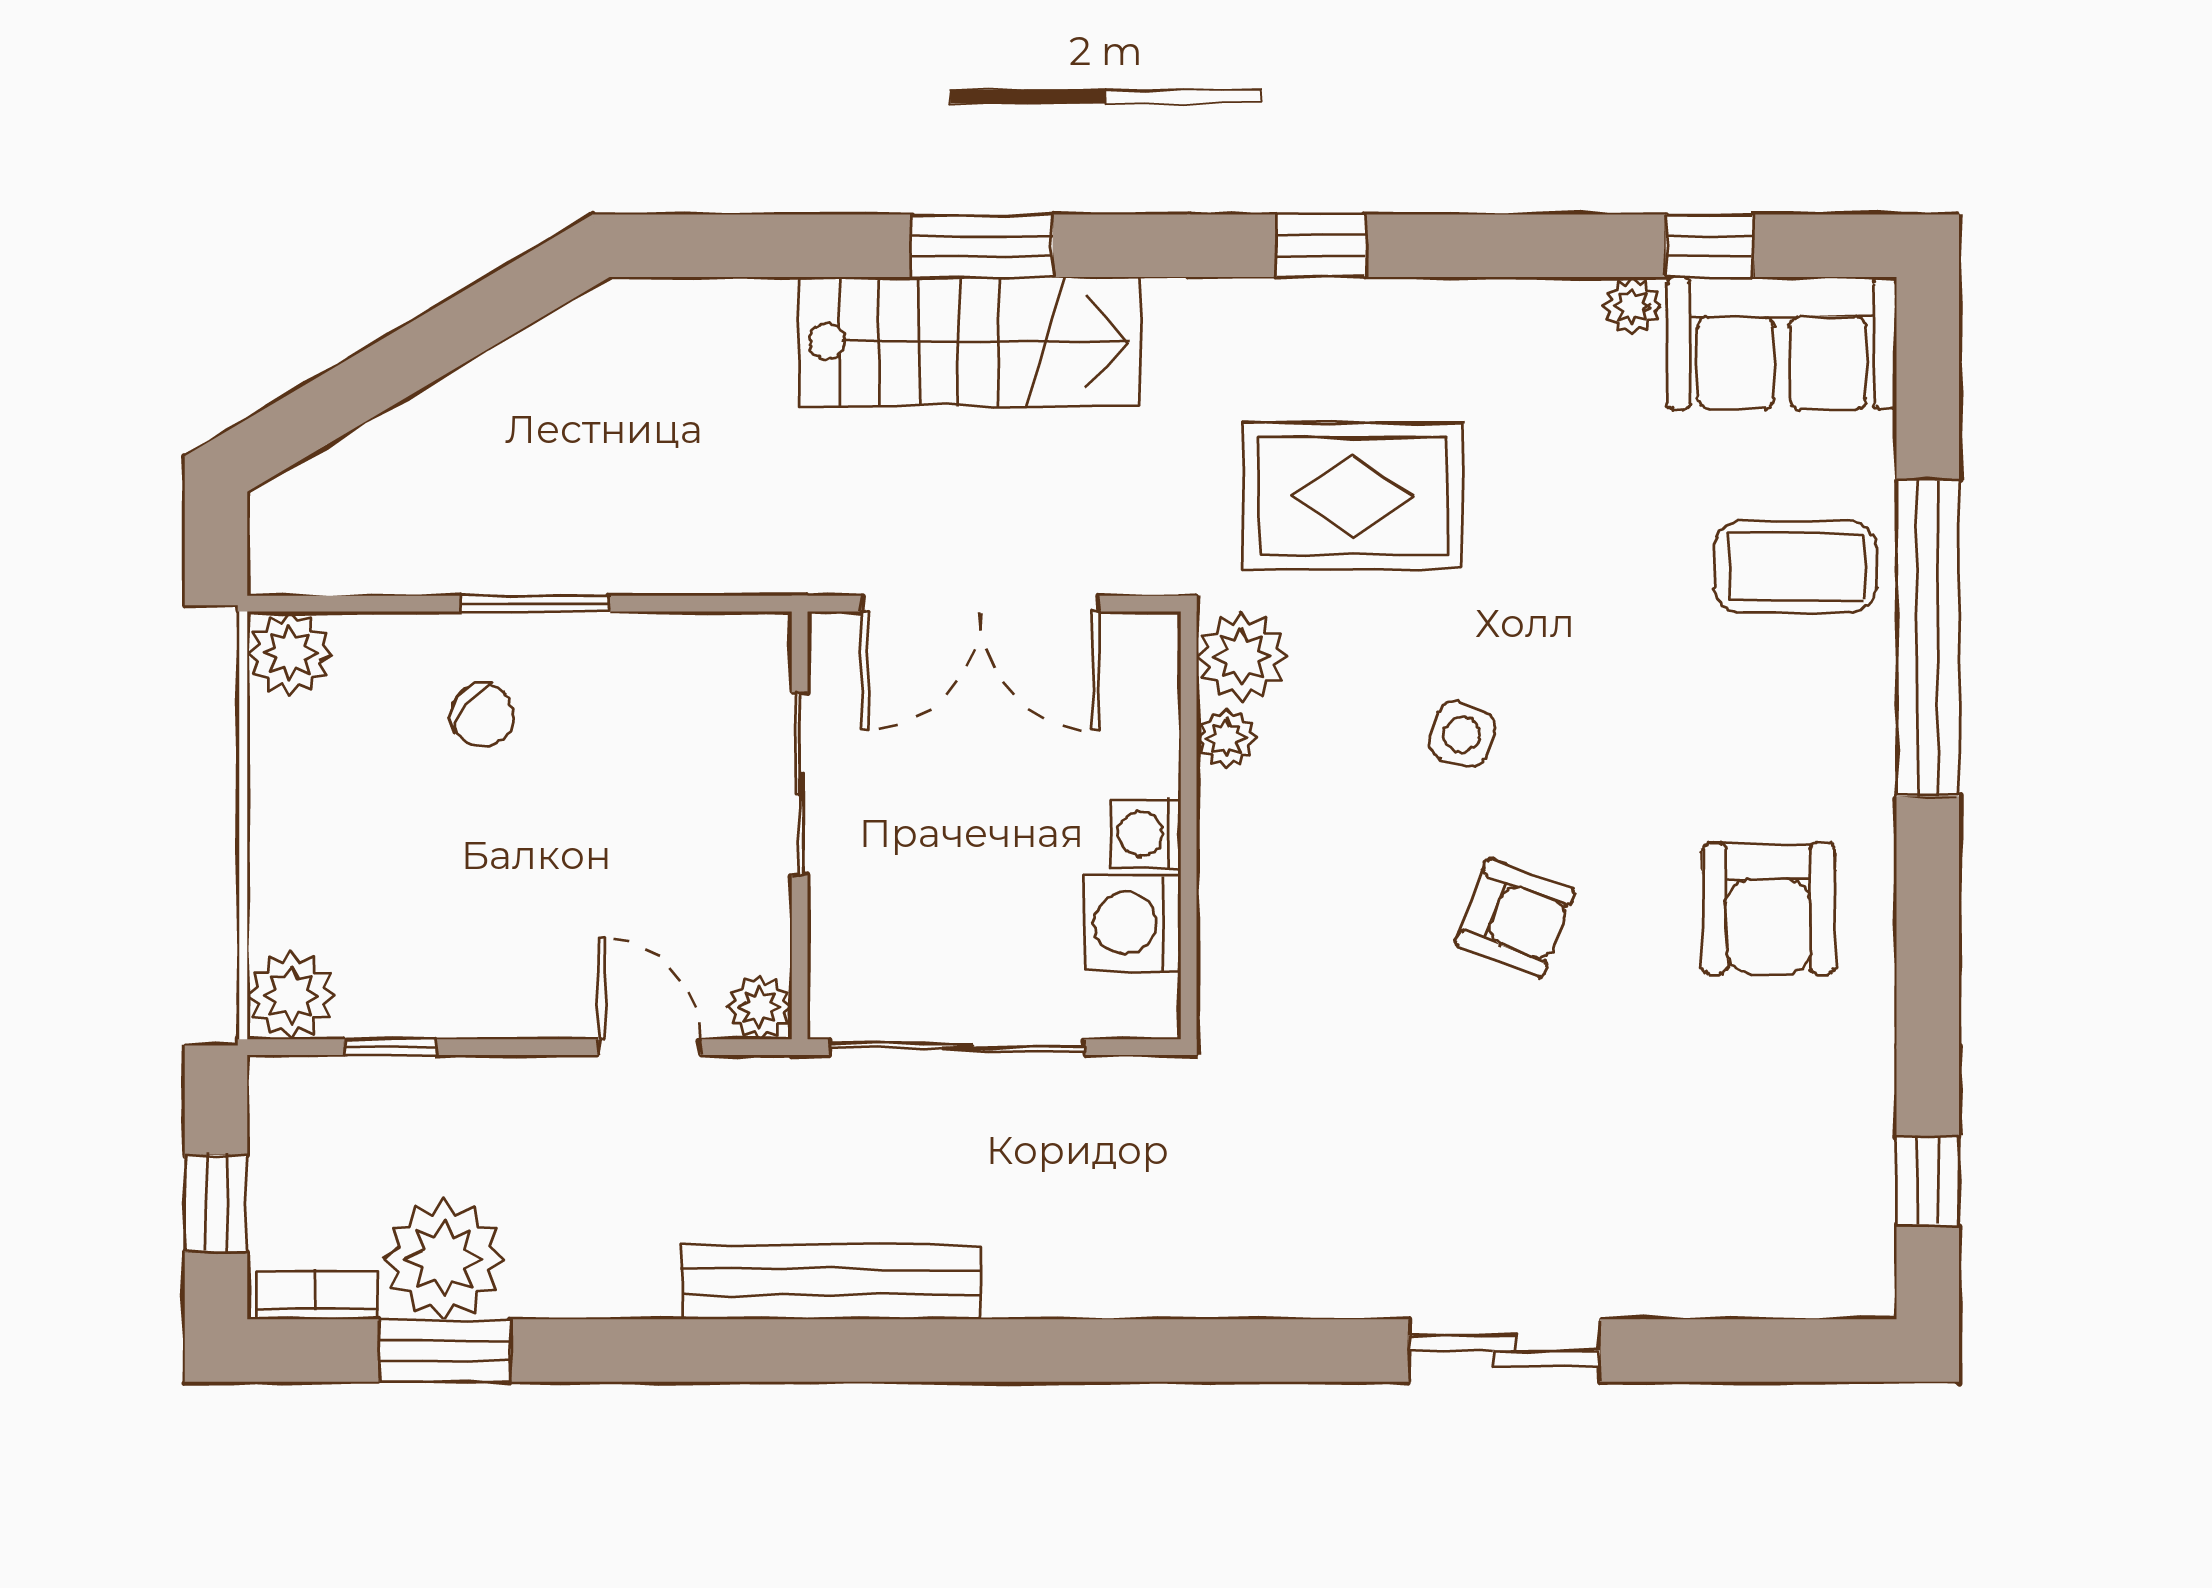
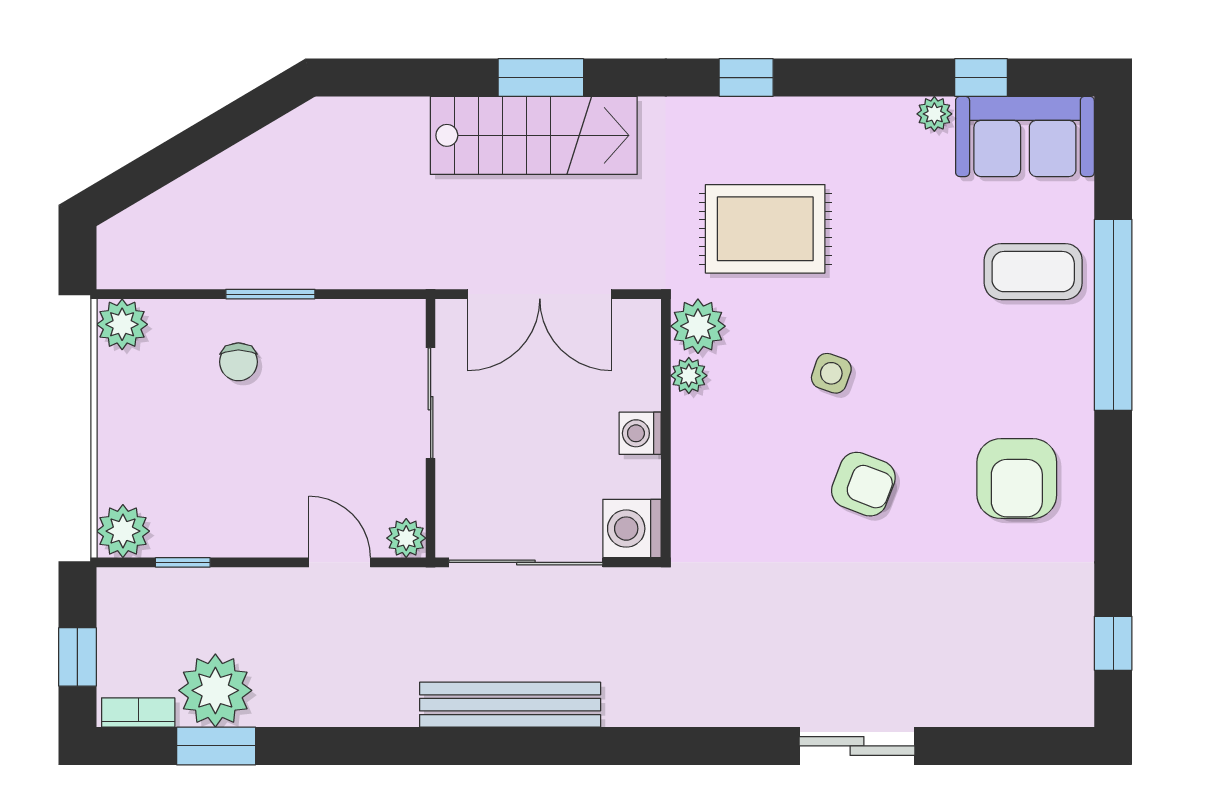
chair: (482, 716) -> (238, 362), turned 52
washing machine: (1133, 923) -> (632, 529), moved
bench: (831, 1282) -> (510, 705), moved

